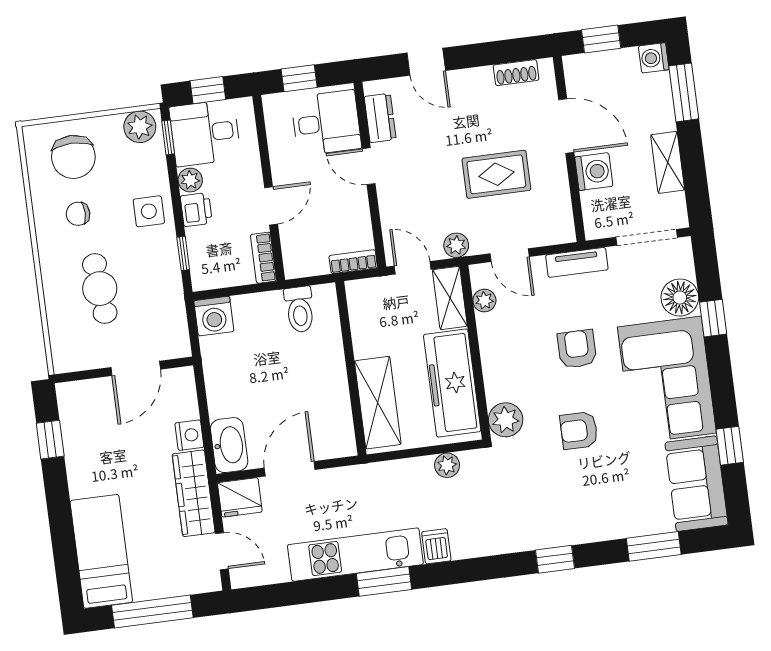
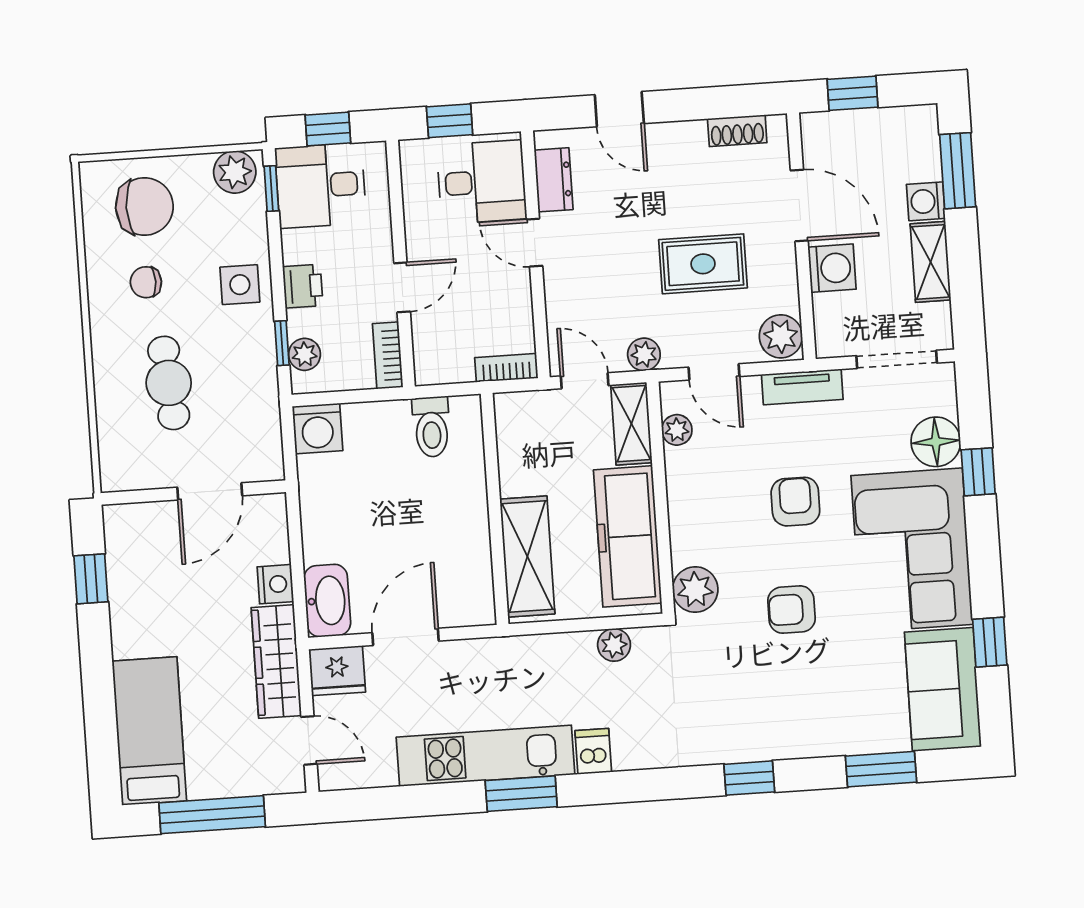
washing machine: (654, 58) -> (926, 201), moved
chair: (73, 157) -> (144, 206), turned -90
plant: (190, 180) -> (305, 354), moved
plant: (558, 225) -> (781, 336), added

